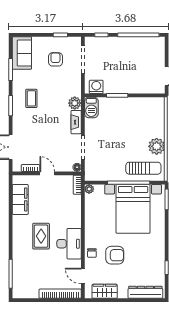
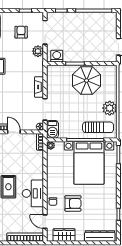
plant: (75, 103) -> (38, 51), moved
barbecue: (91, 107) -> (52, 129), moved
parasol: (130, 115) -> (87, 81), added

